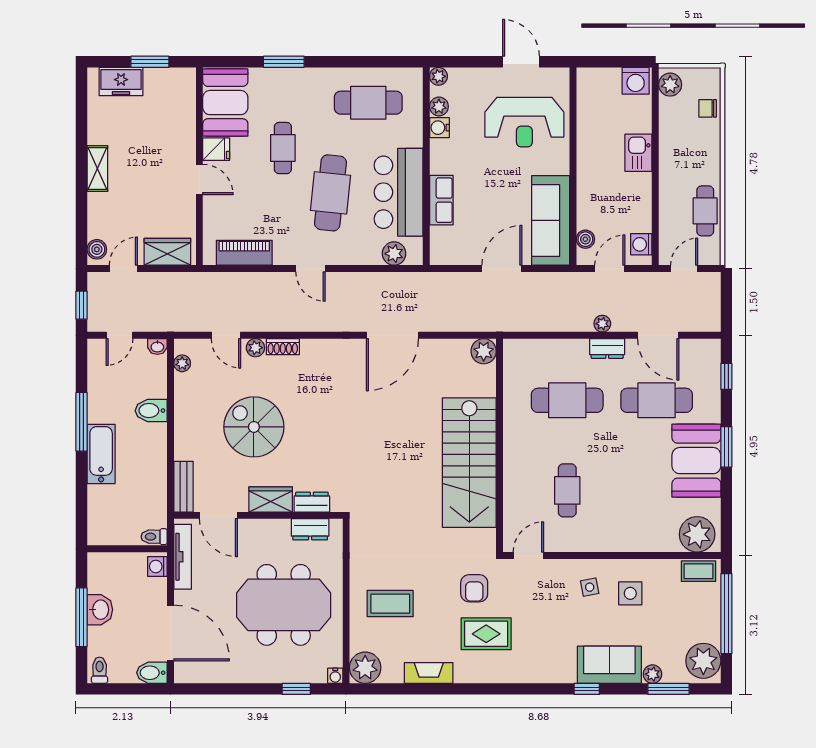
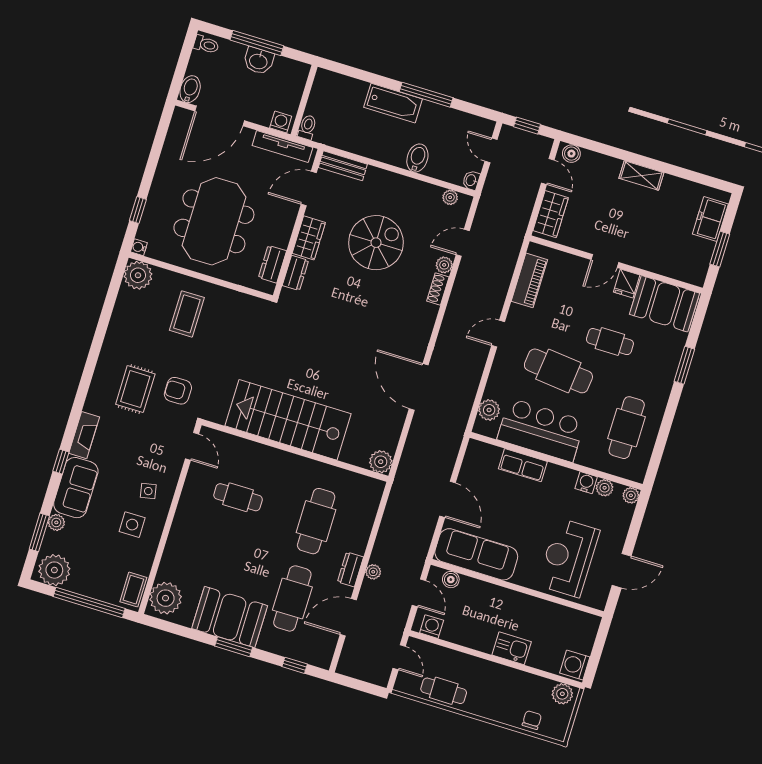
fireplace: (429, 673) -> (84, 435), moved

